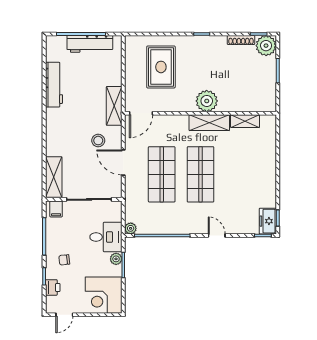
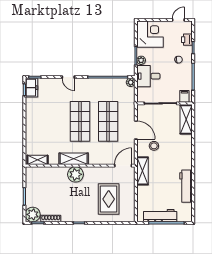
shelving: (245, 121) -> (38, 160), moved

